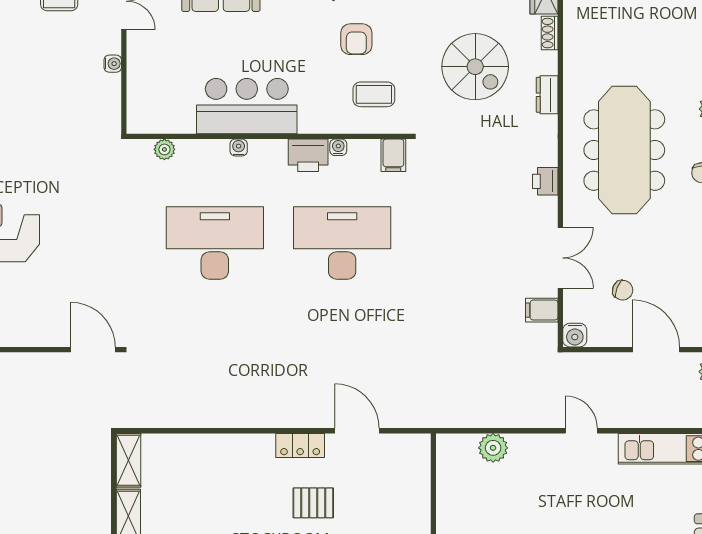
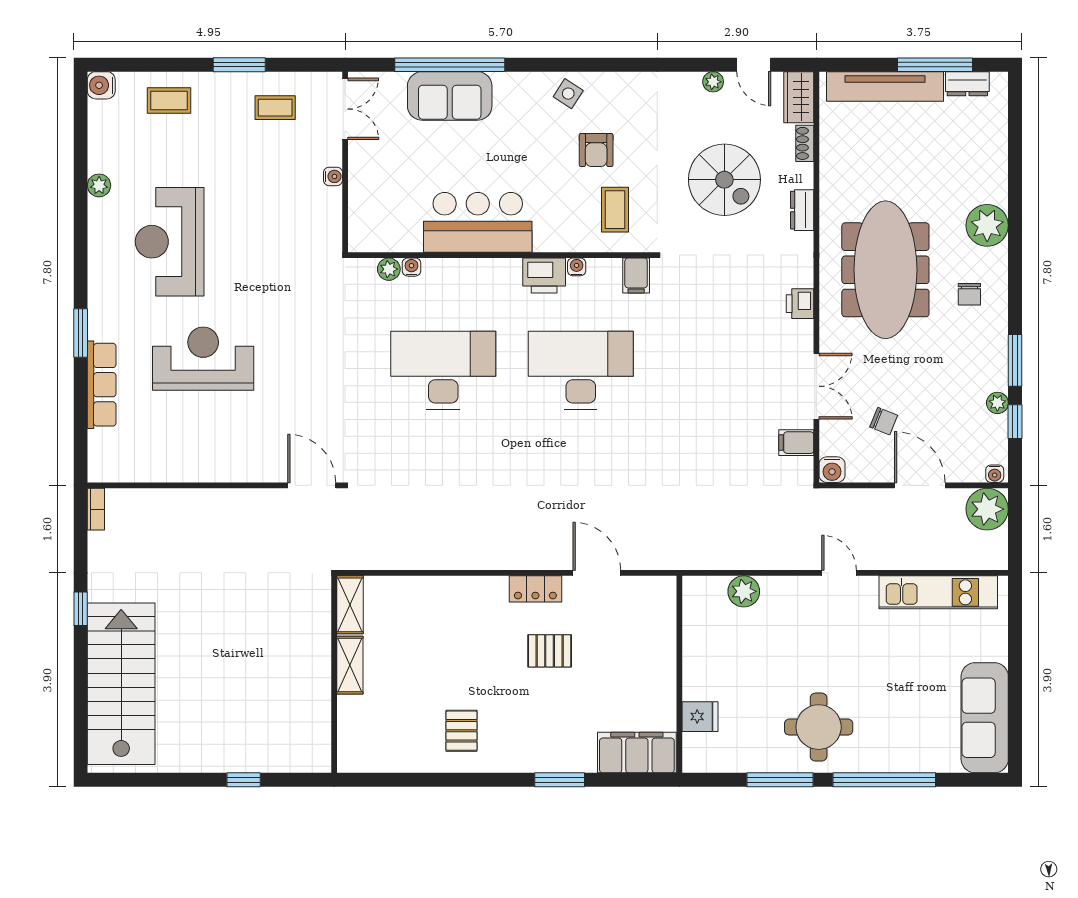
coffee table: (374, 94) -> (615, 210), turned 90
water cooler: (239, 148) -> (411, 267), moved

